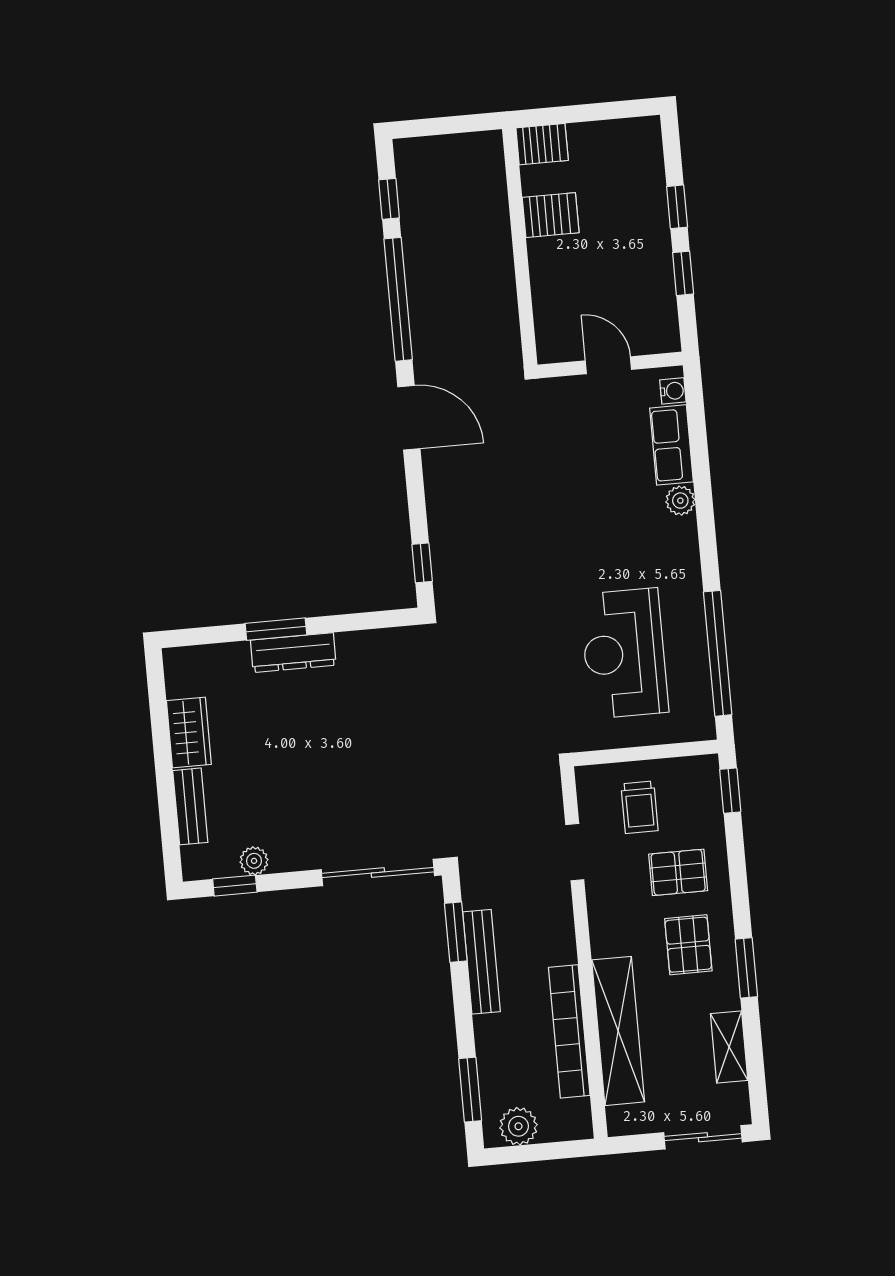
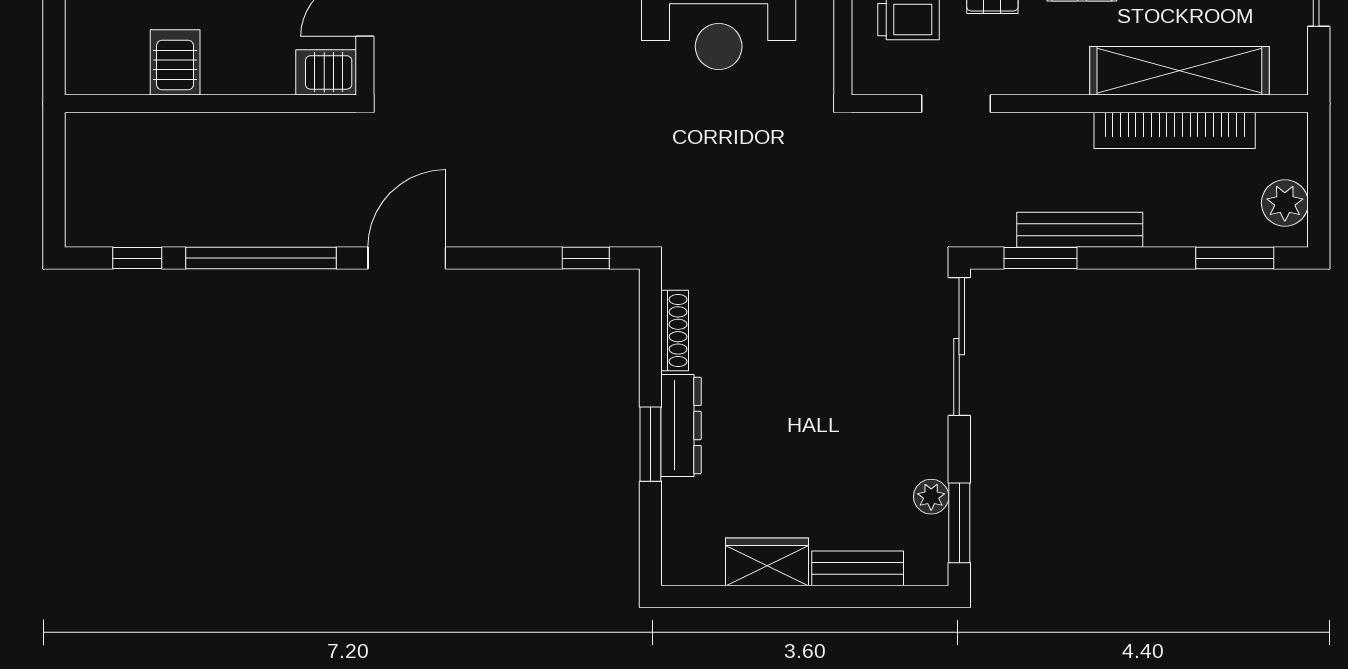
server rack: (542, 144) -> (326, 72), moved, turned -90
shoe rack: (370, 640) -> (675, 330), added
window: (235, 886) -> (959, 523), width x1.50

